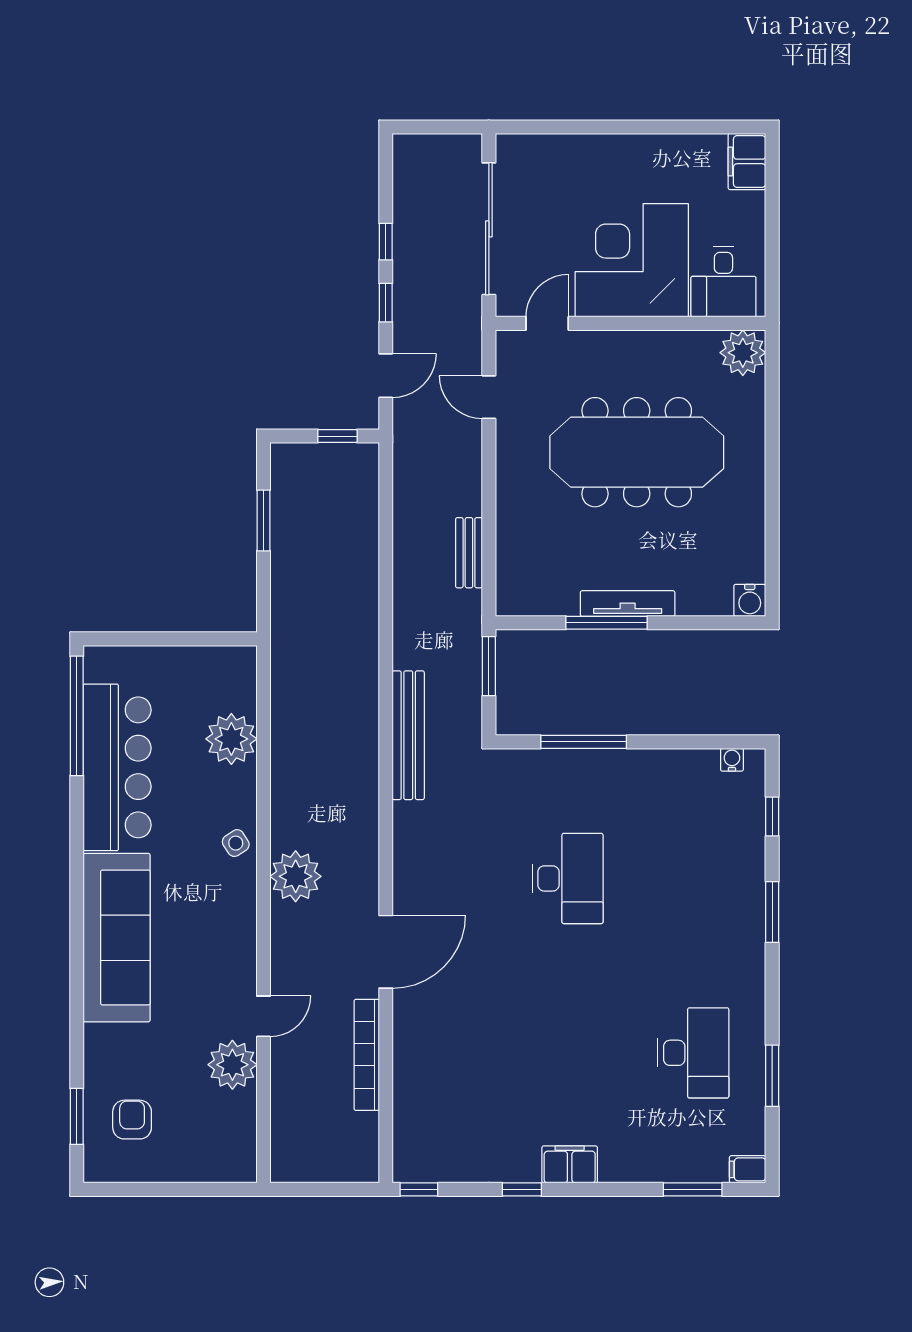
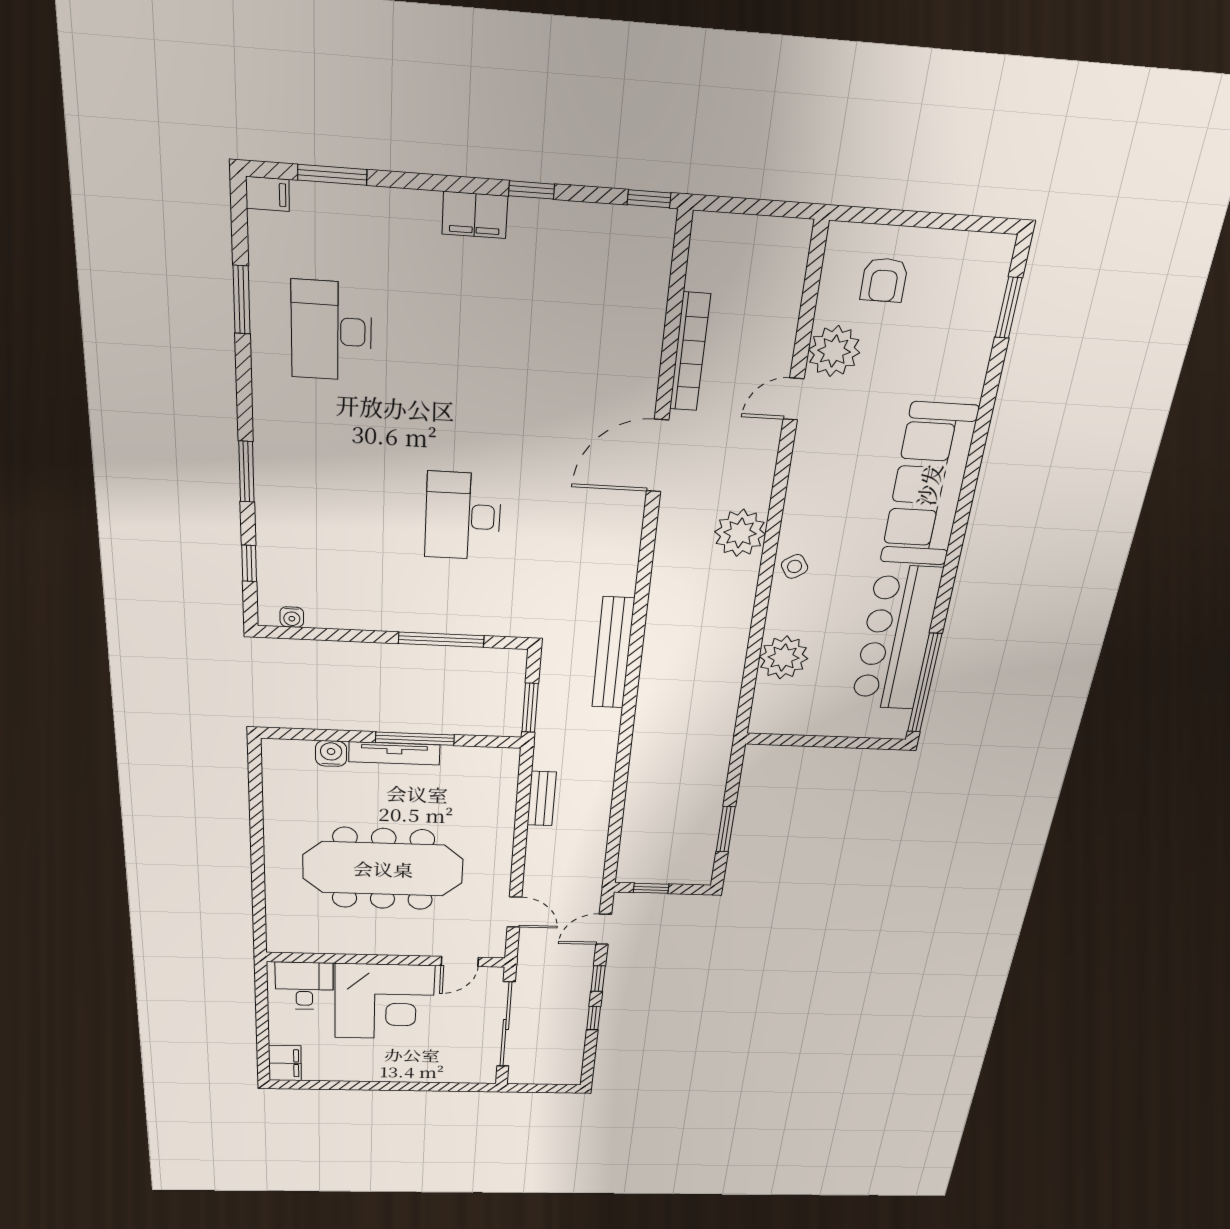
plant: (743, 353) -> (286, 937), removed
water cooler: (750, 600) -> (331, 754), moved
armchair: (132, 1120) -> (884, 280), moved

